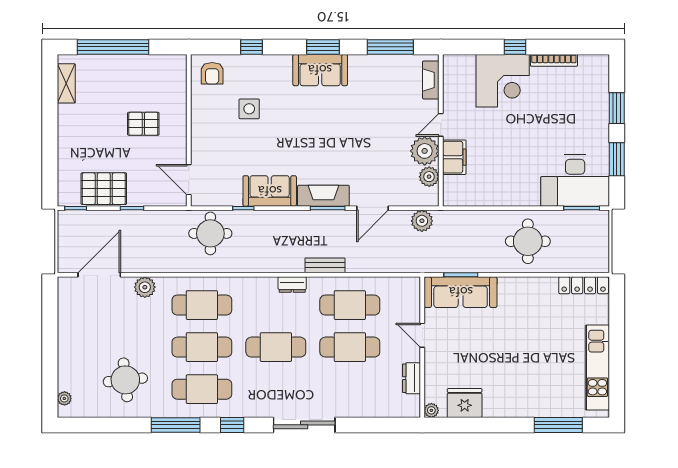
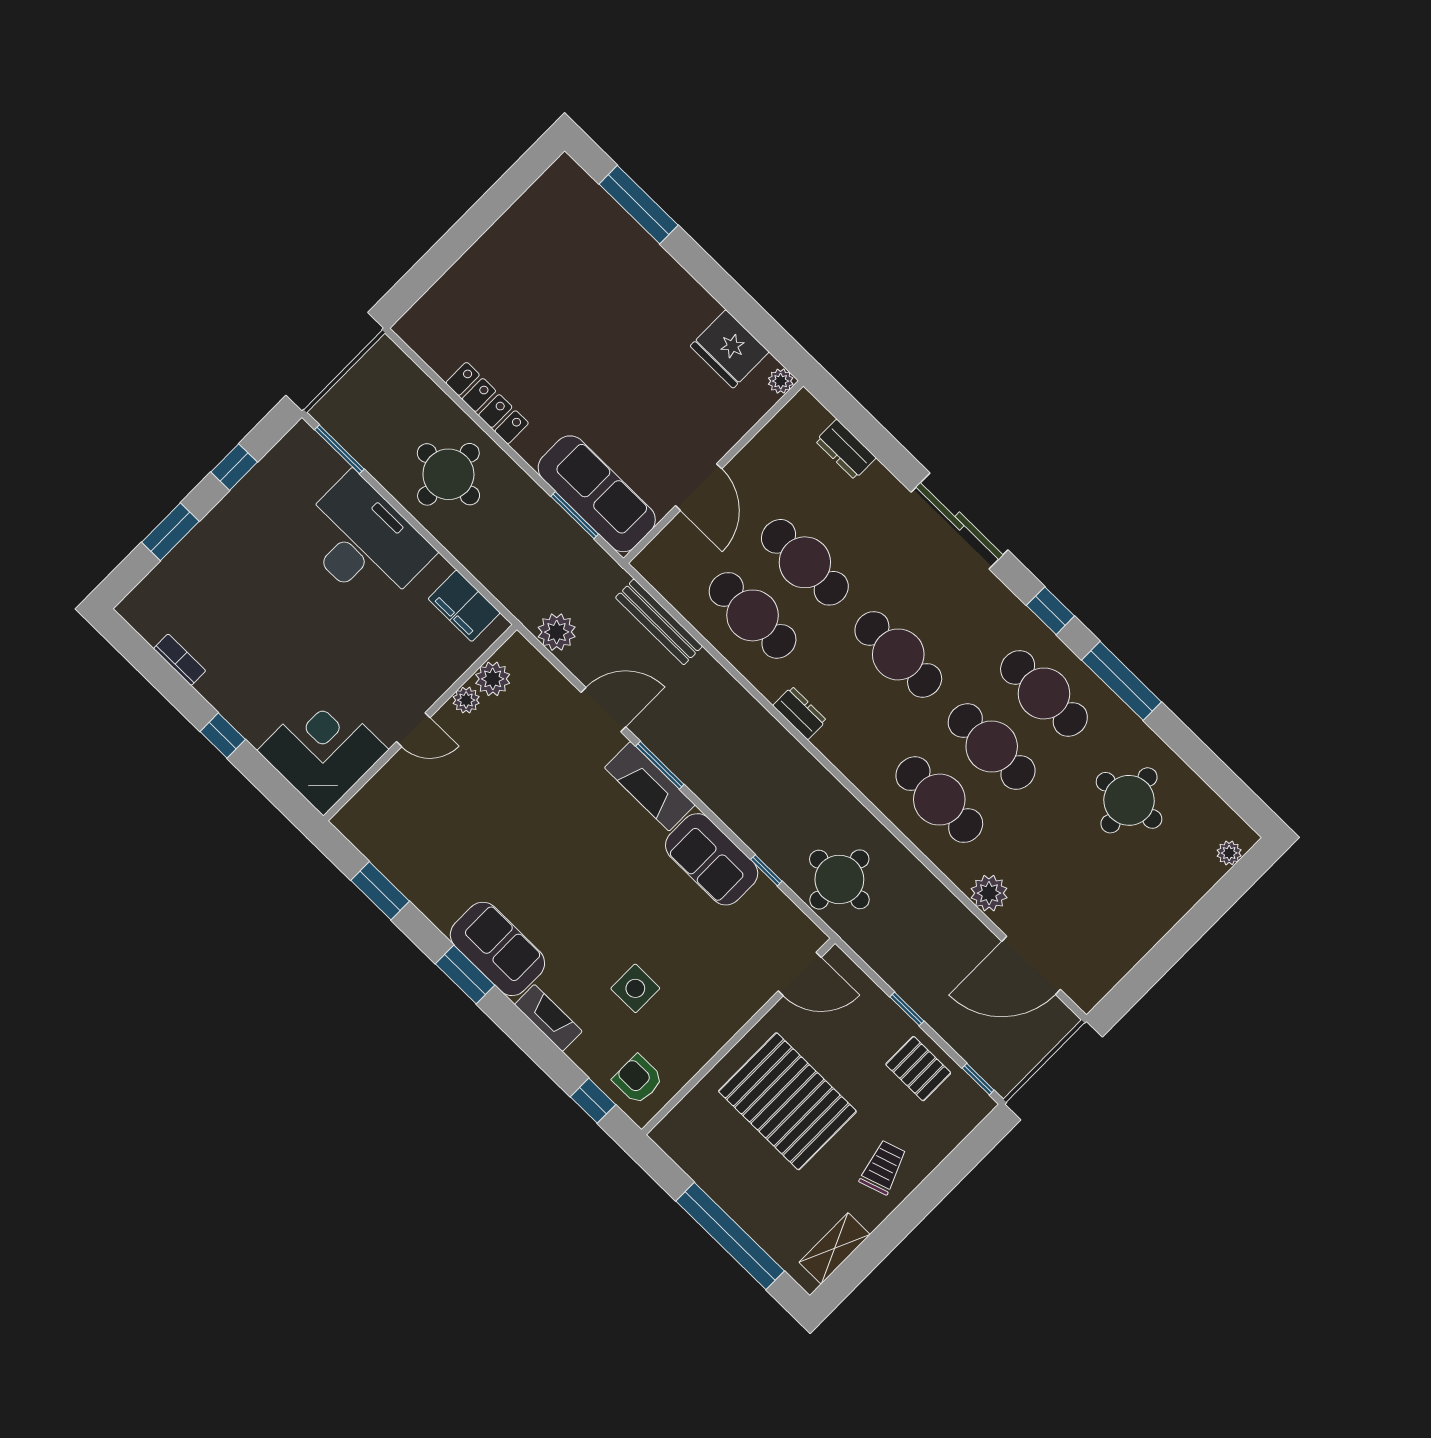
window: (251, 47) -> (593, 1101), moved
window: (390, 47) -> (380, 891), width x0.69
bookcase: (554, 60) -> (180, 660), width x0.64
armchair: (212, 73) -> (638, 1079), turned -90
fireplace: (431, 80) -> (548, 1018), moved, turned -90
corner desk: (503, 81) -> (323, 750), moved
pallet: (143, 124) -> (787, 1101), width x2.05, depth x2.00
trolley: (79, 135) -> (883, 1167), added
plant: (425, 151) -> (466, 700), width x0.53, depth x0.53
filing cabinet: (454, 157) -> (464, 606), moved, turned -90
window: (617, 159) -> (234, 467), width x0.67
door: (189, 180) -> (800, 974), hinge flipped
desk: (575, 181) -> (364, 542), moved
pallet: (104, 189) -> (918, 1069), width x0.67, depth x0.71
bench: (325, 265) -> (659, 622), moved, width x1.36
locker: (584, 285) -> (487, 403), moved
door: (422, 335) -> (699, 487), width x1.38
kitchen unit: (597, 368) -> (518, 228), removed
dresser: (412, 378) -> (846, 449), moved, turned 90

